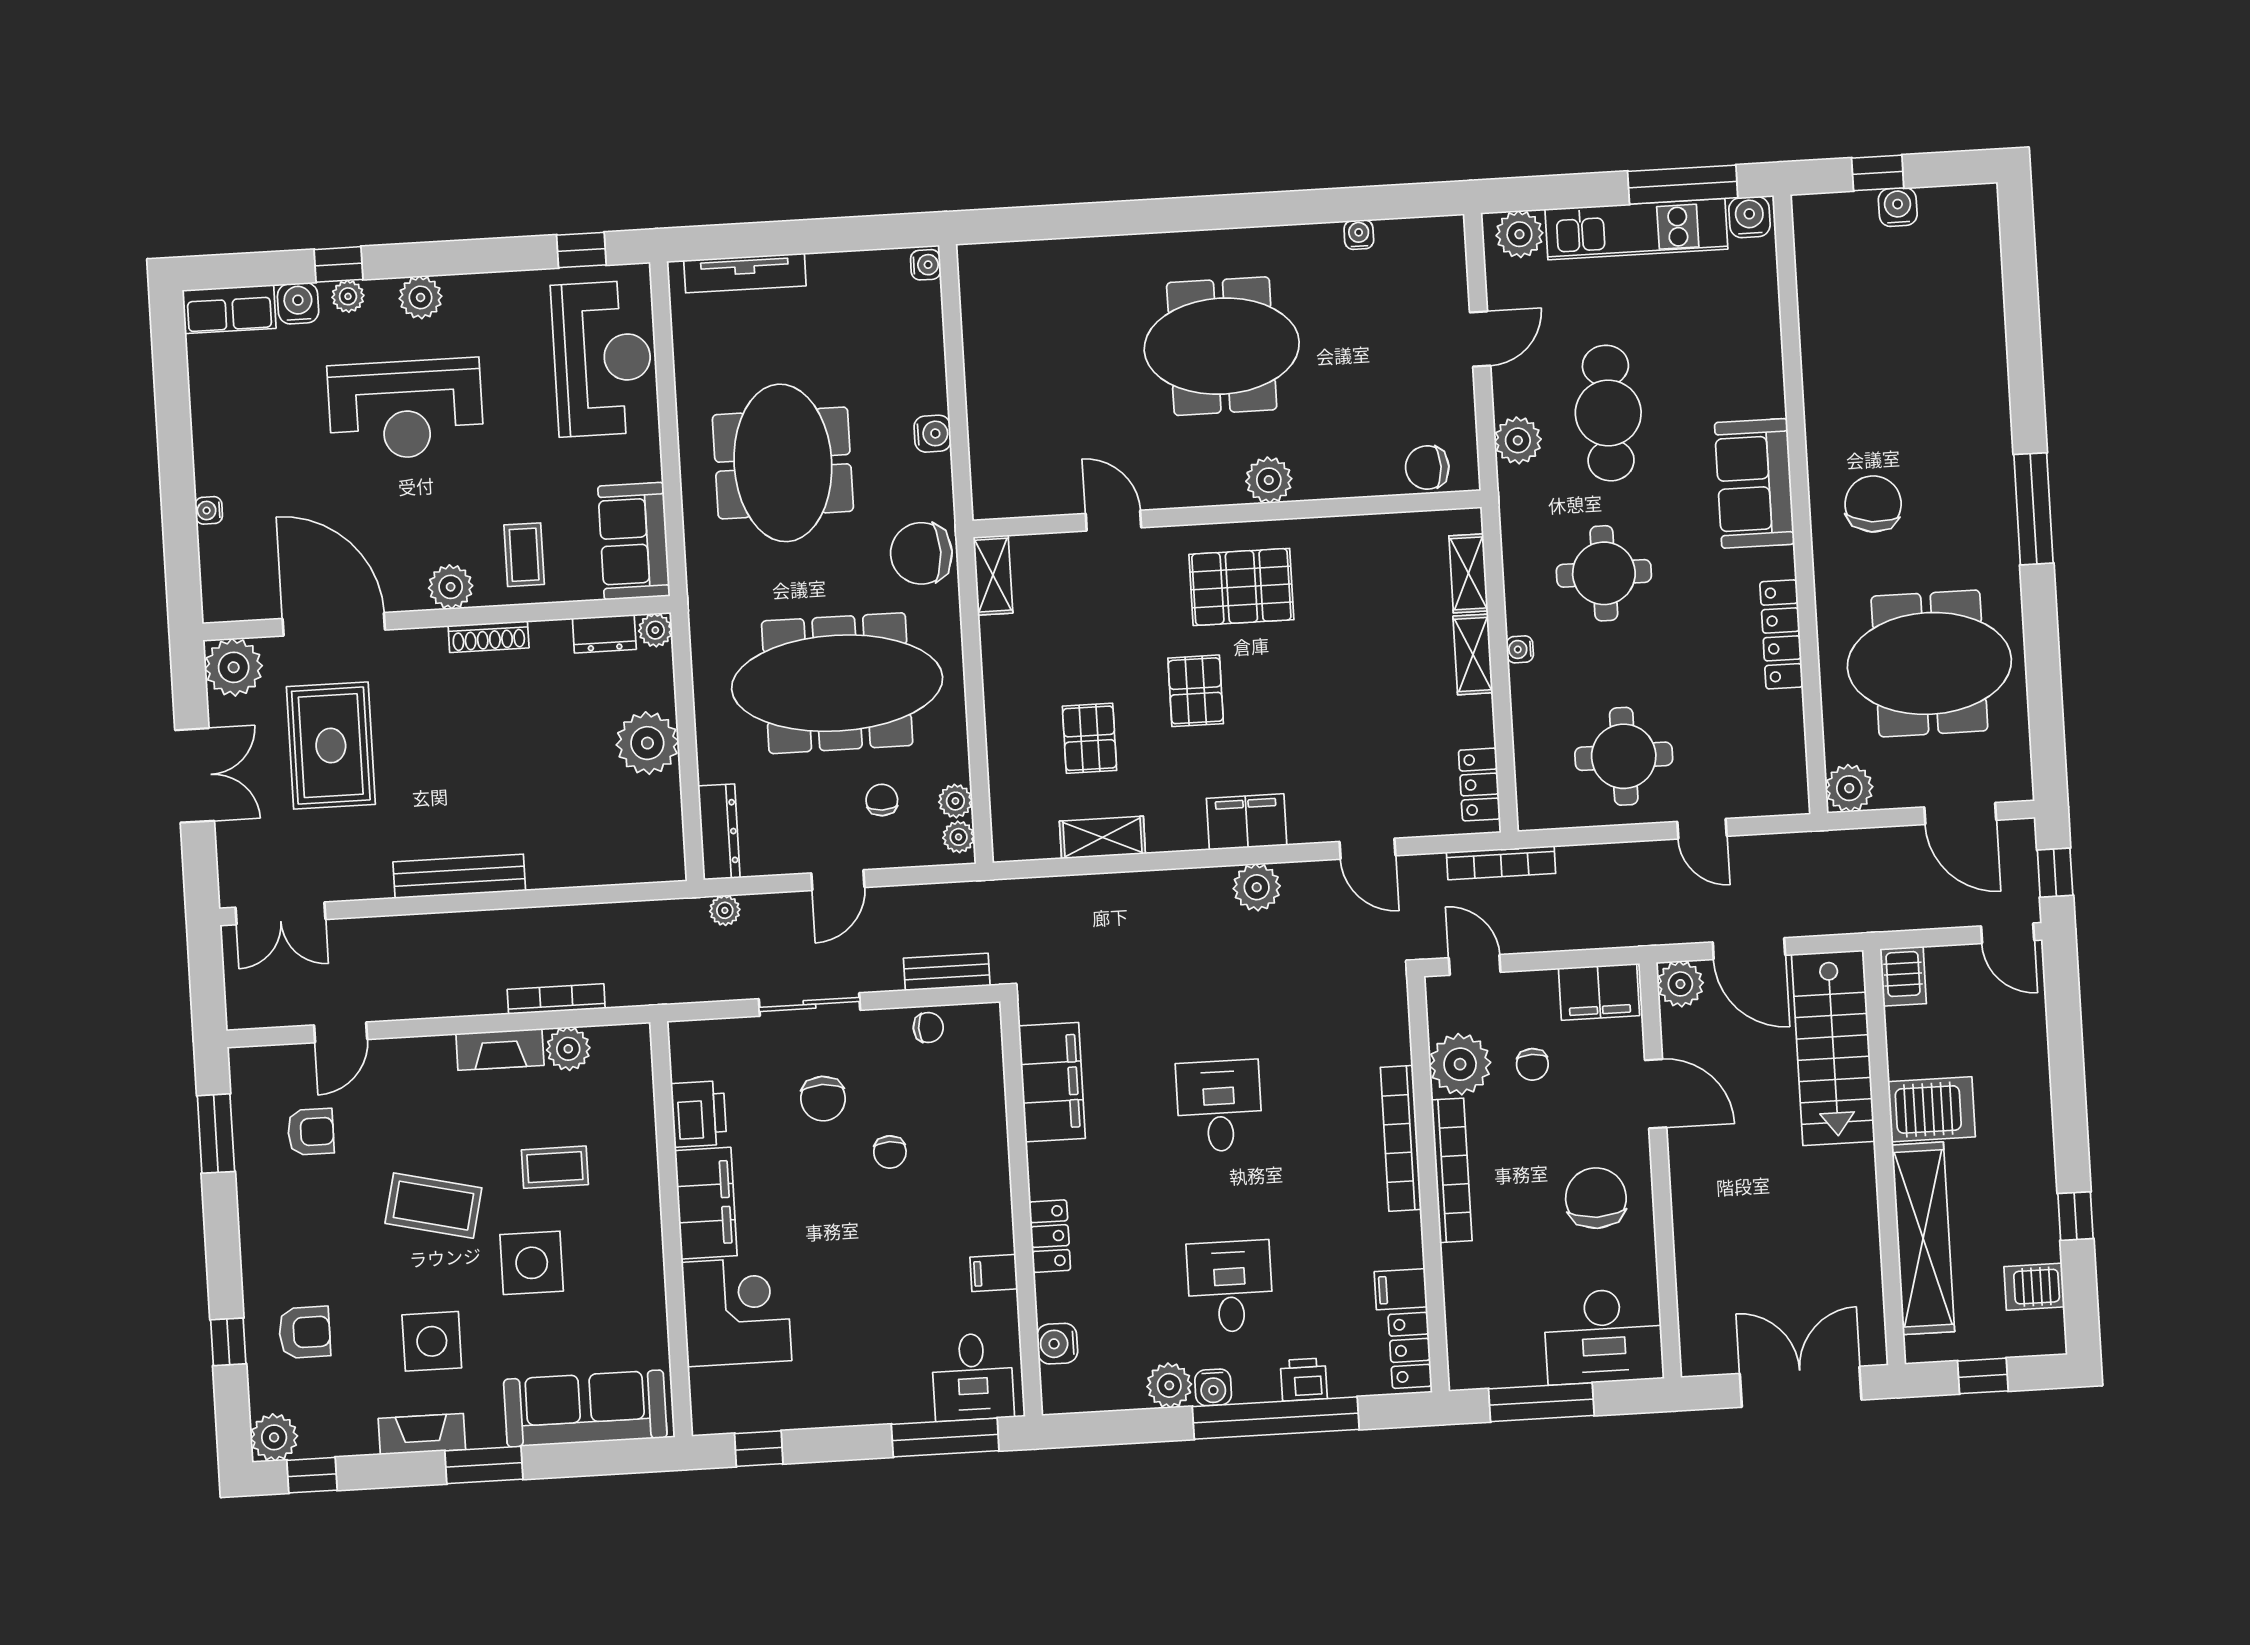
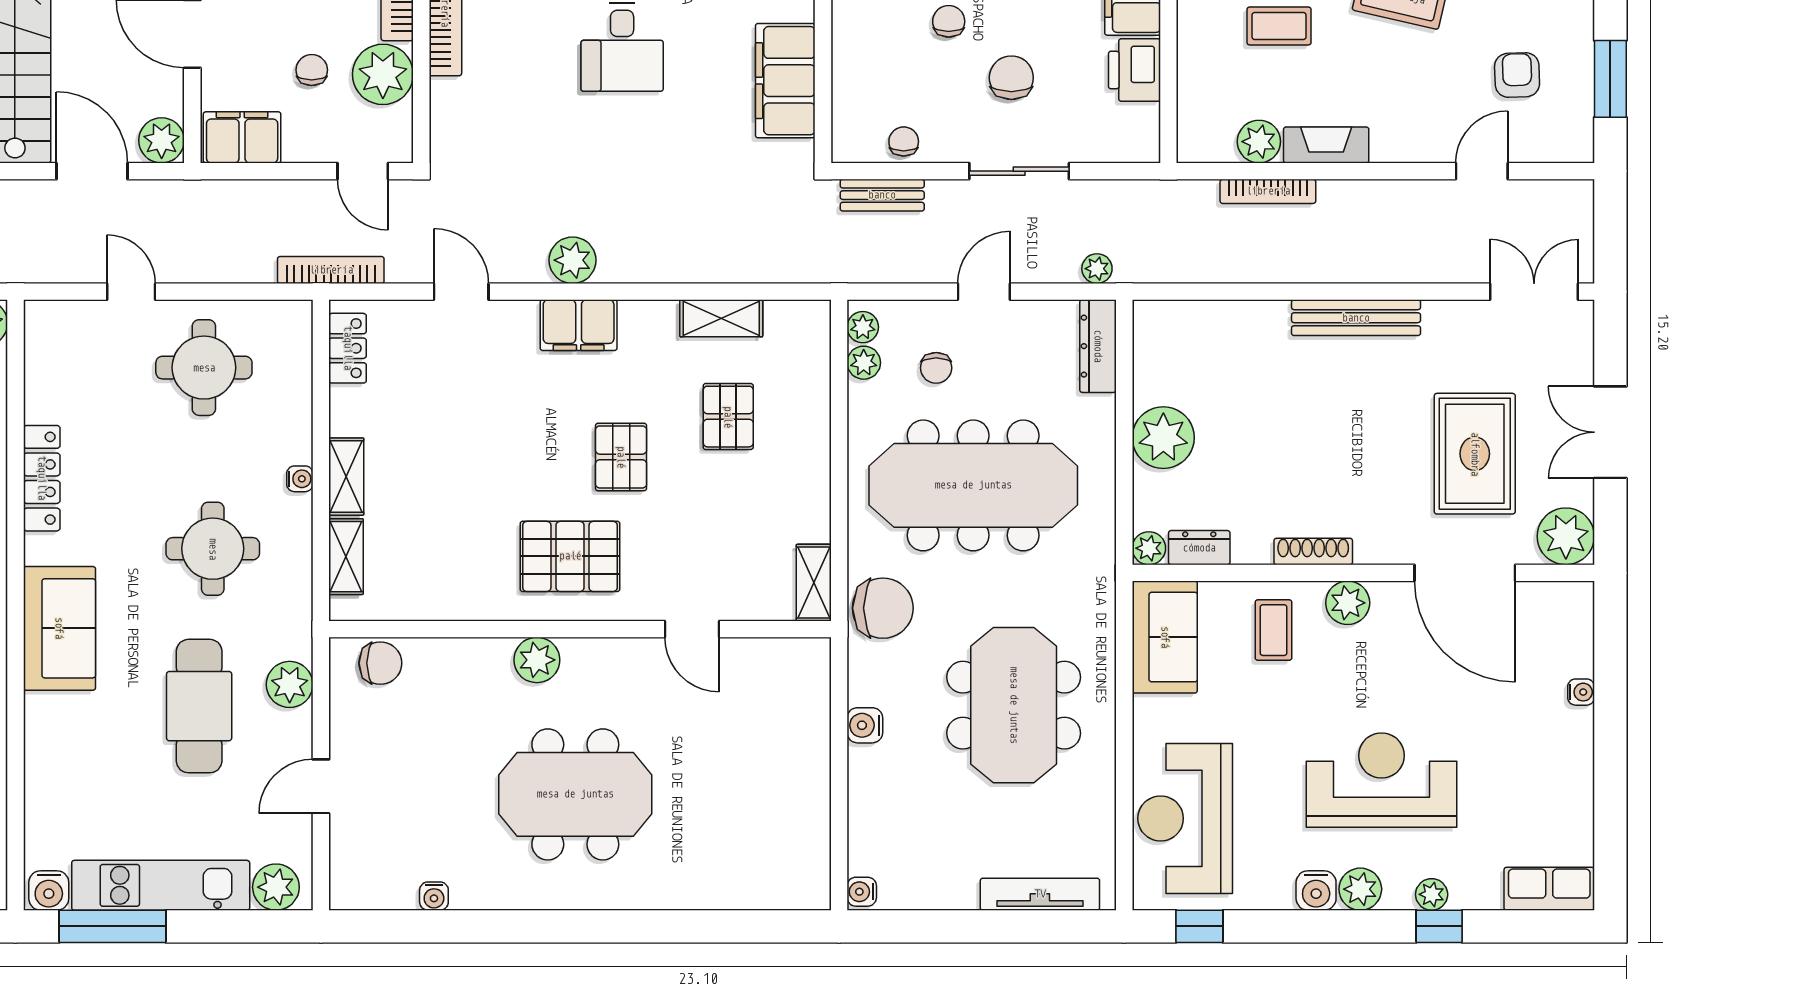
water cooler: (298, 303) -> (1316, 890), moved
chair: (928, 1028) -> (904, 141), turned 90
armchair: (311, 1132) -> (1517, 75), turned 88

